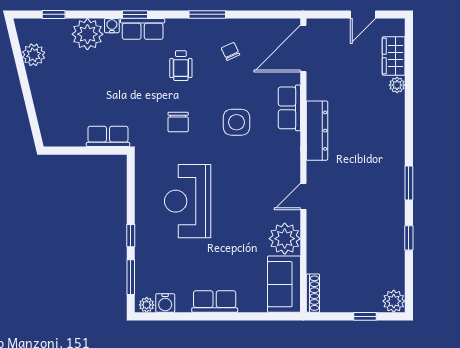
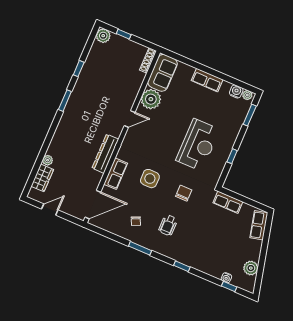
water cooler: (112, 26) -> (226, 278), moved
row of seats: (143, 29) -> (259, 225), moved, turned -103
plant: (87, 34) -> (214, 267), removed
wheelchair: (181, 66) -> (168, 225), turned 180
window: (131, 236) -> (232, 156), moved

